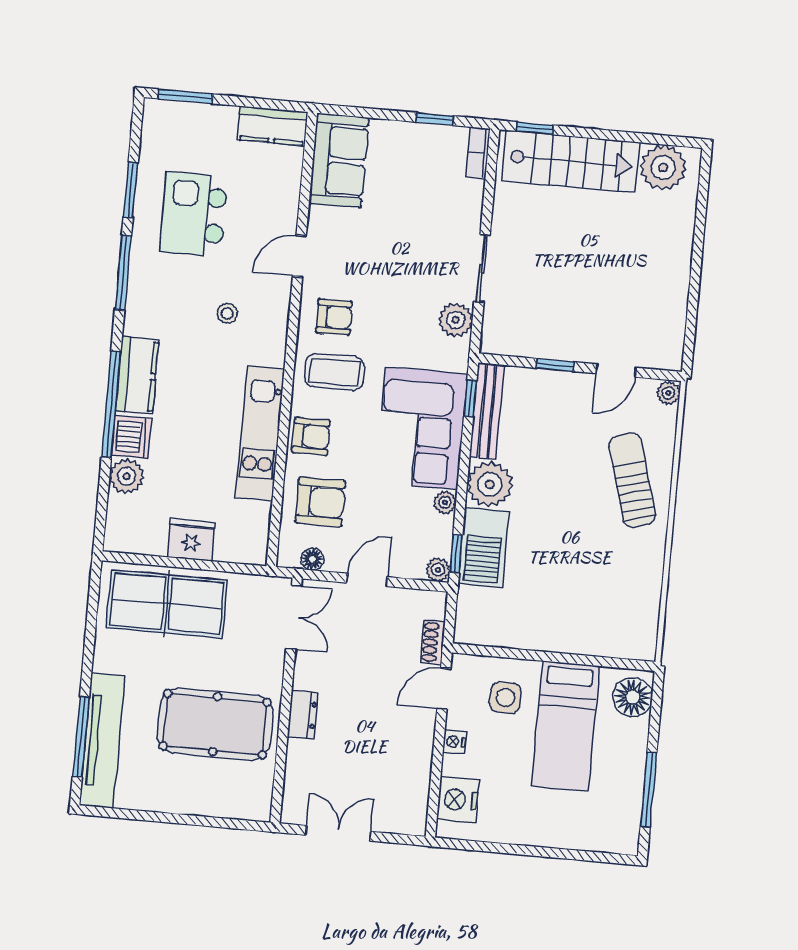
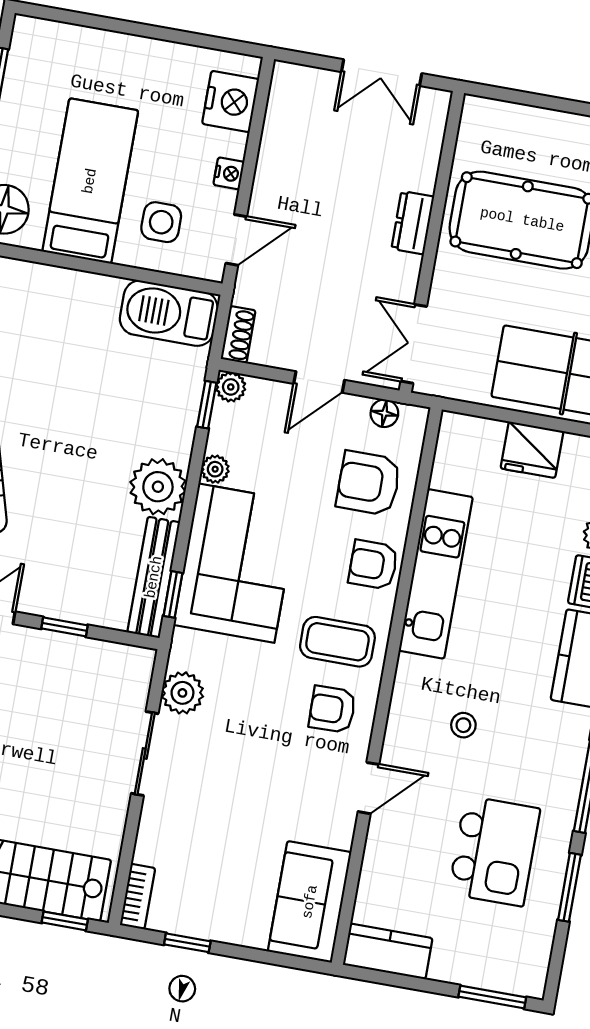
barbecue: (483, 548) -> (169, 313), moved, turned -90
shoe rack: (433, 642) -> (238, 335), moved

